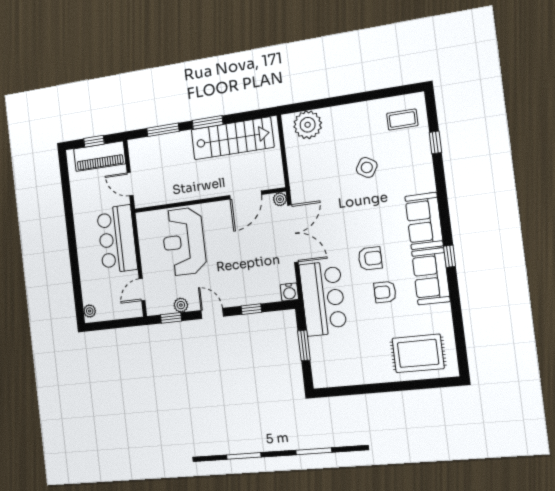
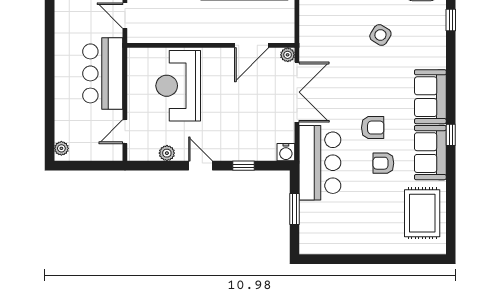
window: (171, 318) -> (154, 166), removed
rug: (418, 353) -> (422, 213), moved, turned 90

